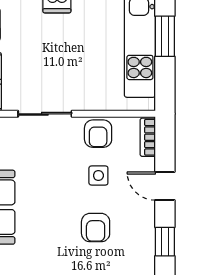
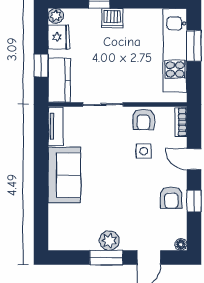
armchair: (96, 228) -> (171, 198), moved

